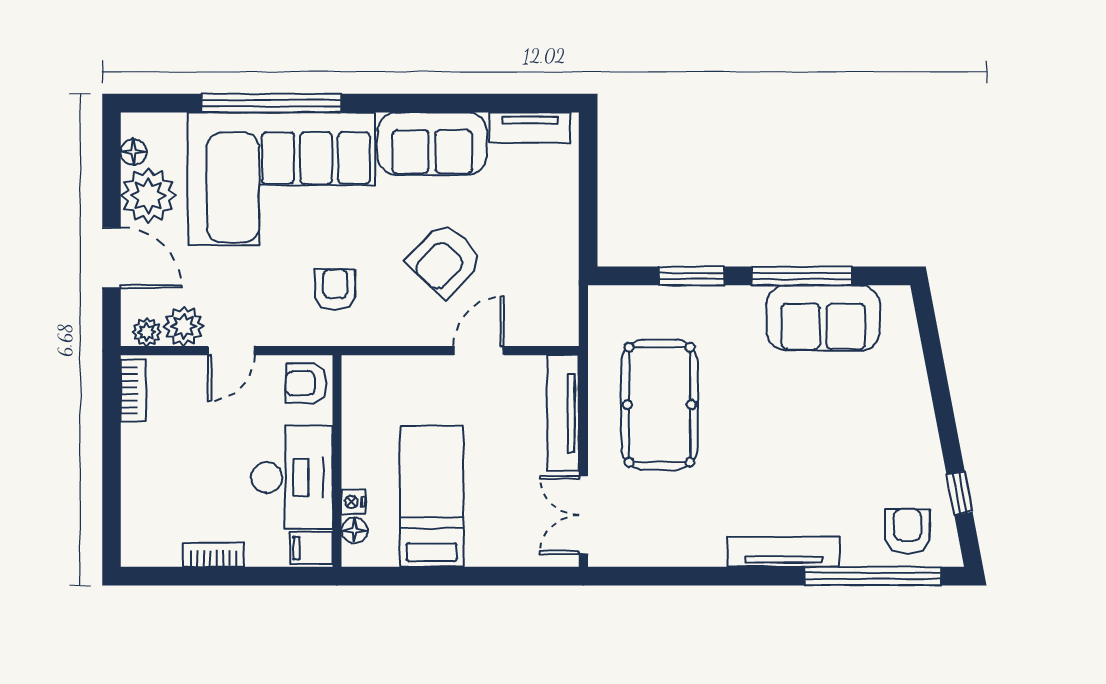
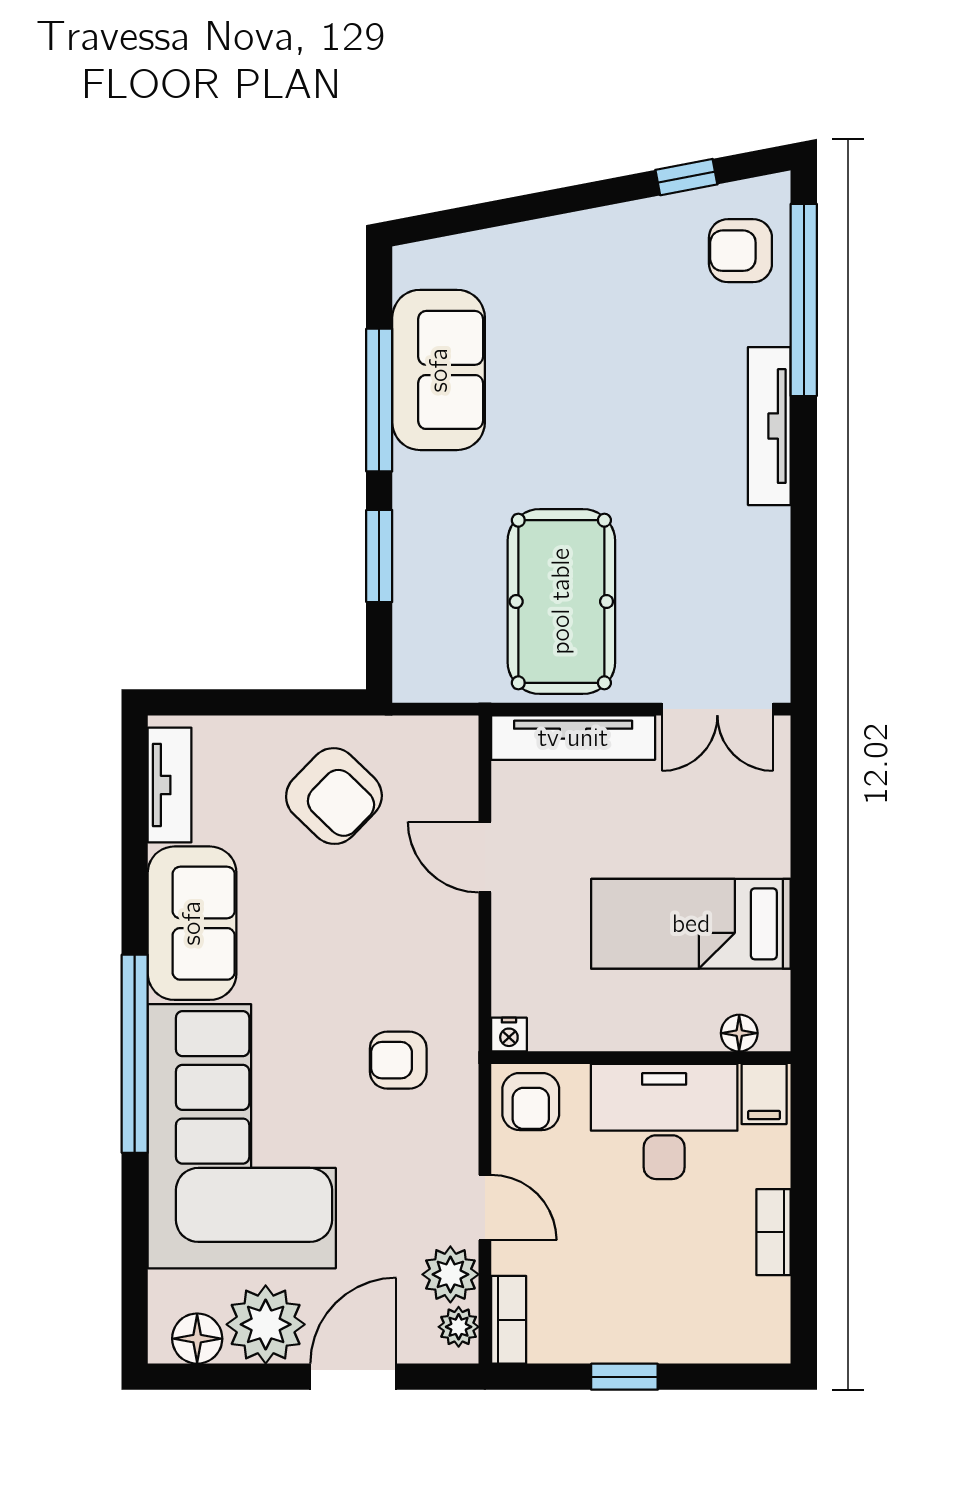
window: (271, 103) -> (135, 1054), moved
floor lamp: (134, 152) -> (197, 1339), width x1.37, depth x1.37
armchair: (445, 260) -> (334, 796), moved
bookcase: (133, 390) -> (509, 1320), moved, turned 90
pool table: (659, 405) -> (561, 601), turned 90
window: (111, 449) -> (624, 1377), added
nightstand: (353, 502) -> (509, 1035), moved

